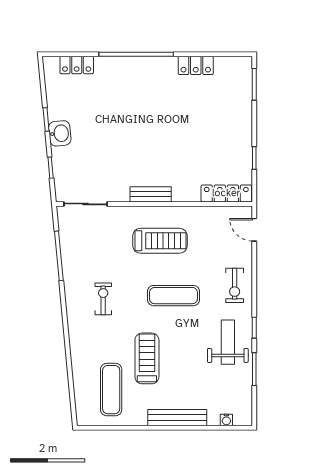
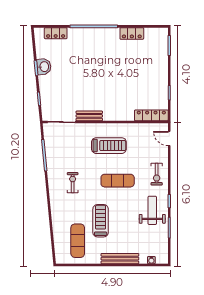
washbasin: (60, 133) -> (44, 67), moved
bench: (151, 194) -> (89, 116), moved

